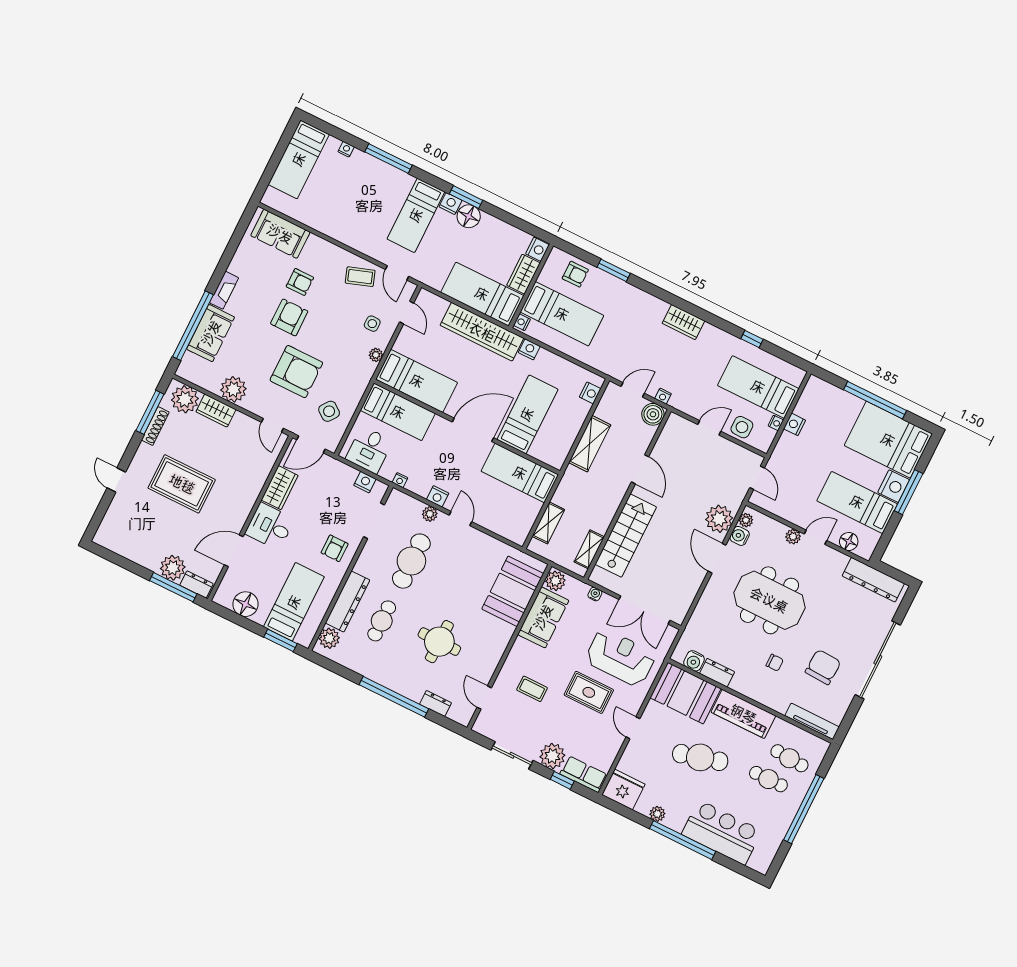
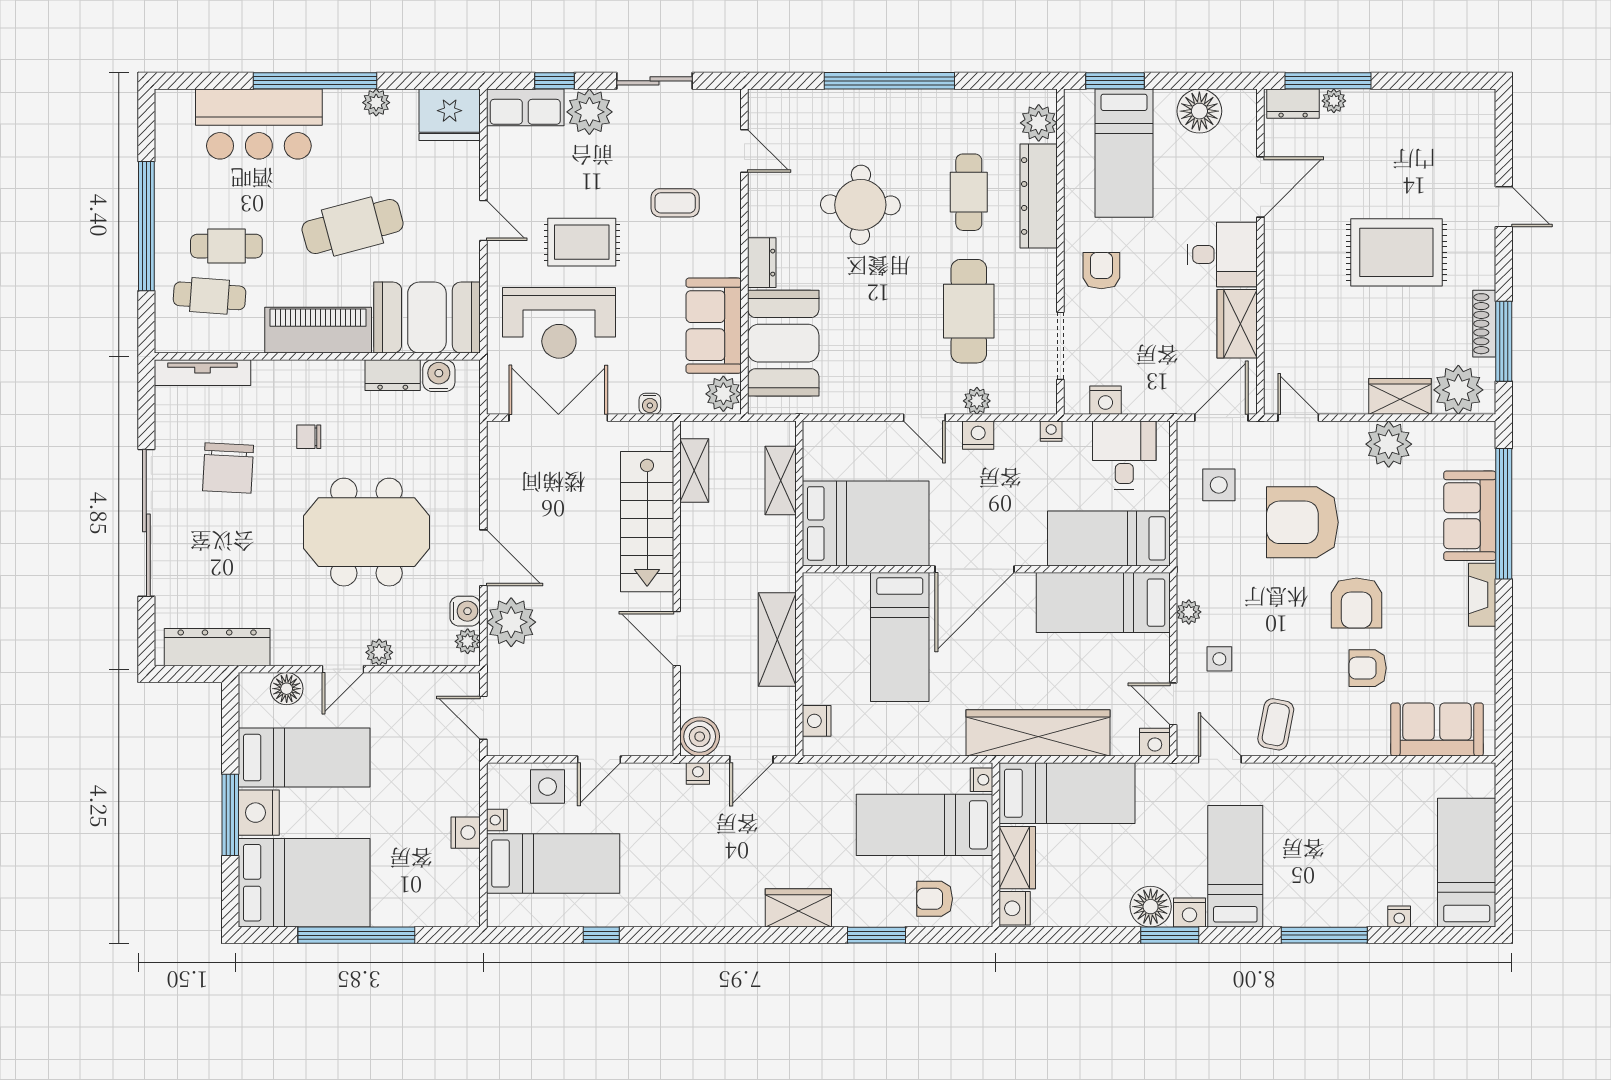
coffee table: (360, 277) -> (1276, 724), turned -60
wardrobe: (683, 322) -> (798, 908), moved
nightstand: (529, 349) -> (1155, 742), moved
side table: (329, 411) -> (1219, 485), turned -37
bed: (520, 473) -> (866, 523), width x1.50
plant: (173, 568) -> (1334, 101), width x0.53, depth x0.53
dresser: (435, 704) -> (762, 263), moved, turned -90

